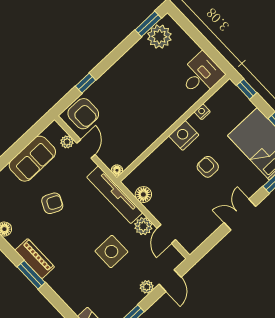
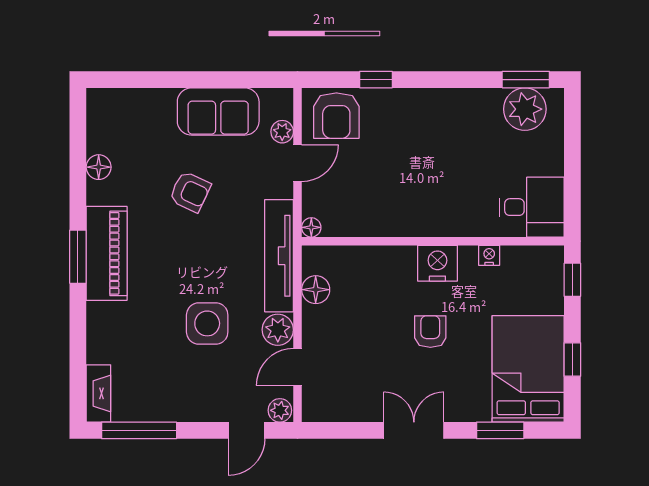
piano: (35, 259) -> (107, 253), width x1.37, depth x1.33
plant: (147, 287) -> (280, 410), moved

